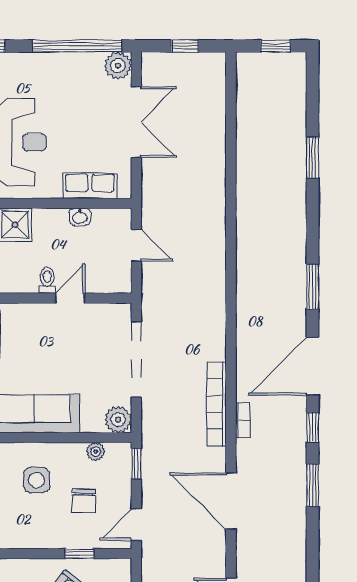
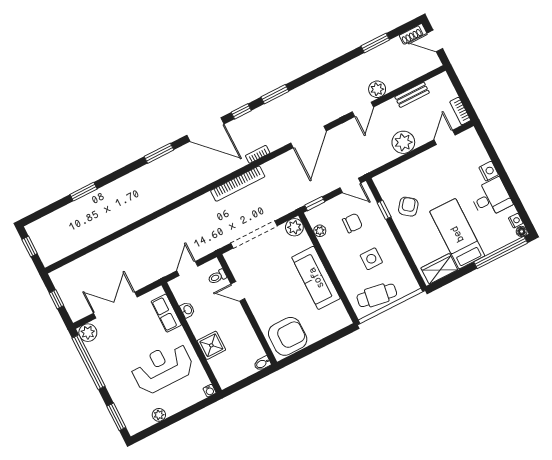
toilet: (47, 280) -> (217, 277), moved
bookcase: (217, 404) -> (238, 184), moved
side table: (37, 480) -> (371, 259), moved

